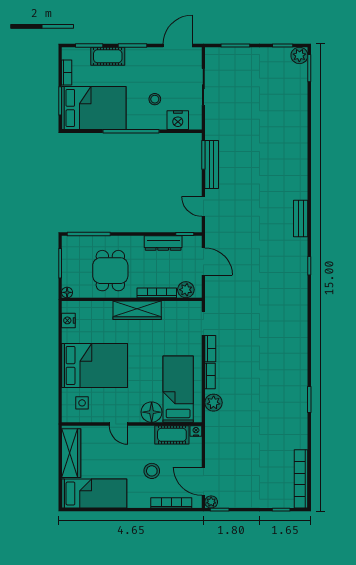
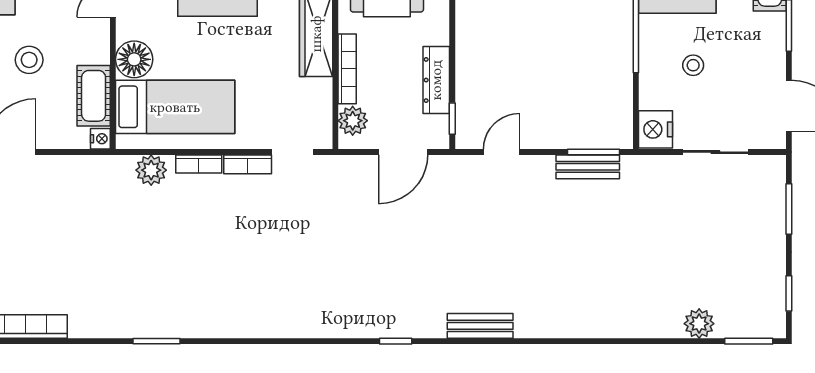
plant: (299, 55) -> (699, 324), moved
nightstand: (178, 120) -> (656, 129), moved
bench: (212, 165) -> (588, 167), width x0.73

